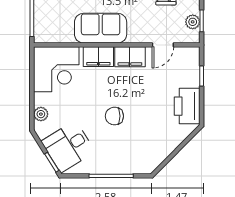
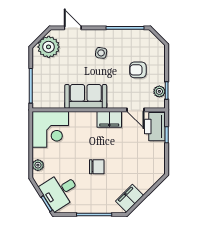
door: (163, 45) -> (136, 110), hinge flipped
filing cabinet: (98, 57) -> (129, 198), moved, turned 135
printer: (187, 106) -> (155, 127), moved
chair: (114, 116) -> (97, 167), turned 180

